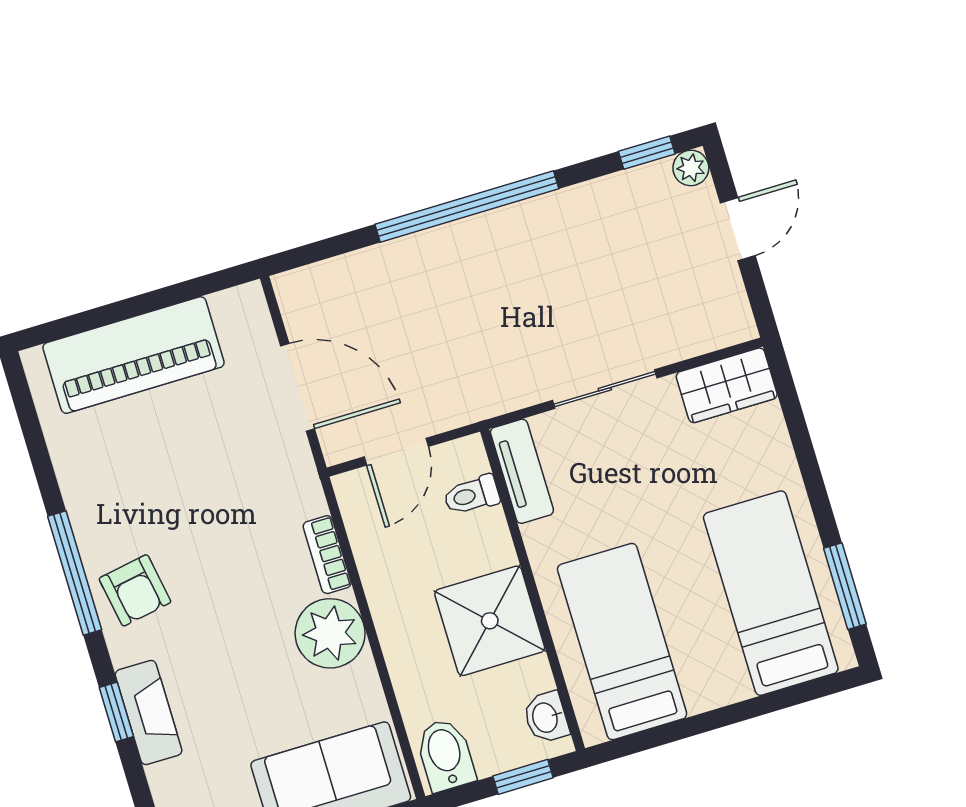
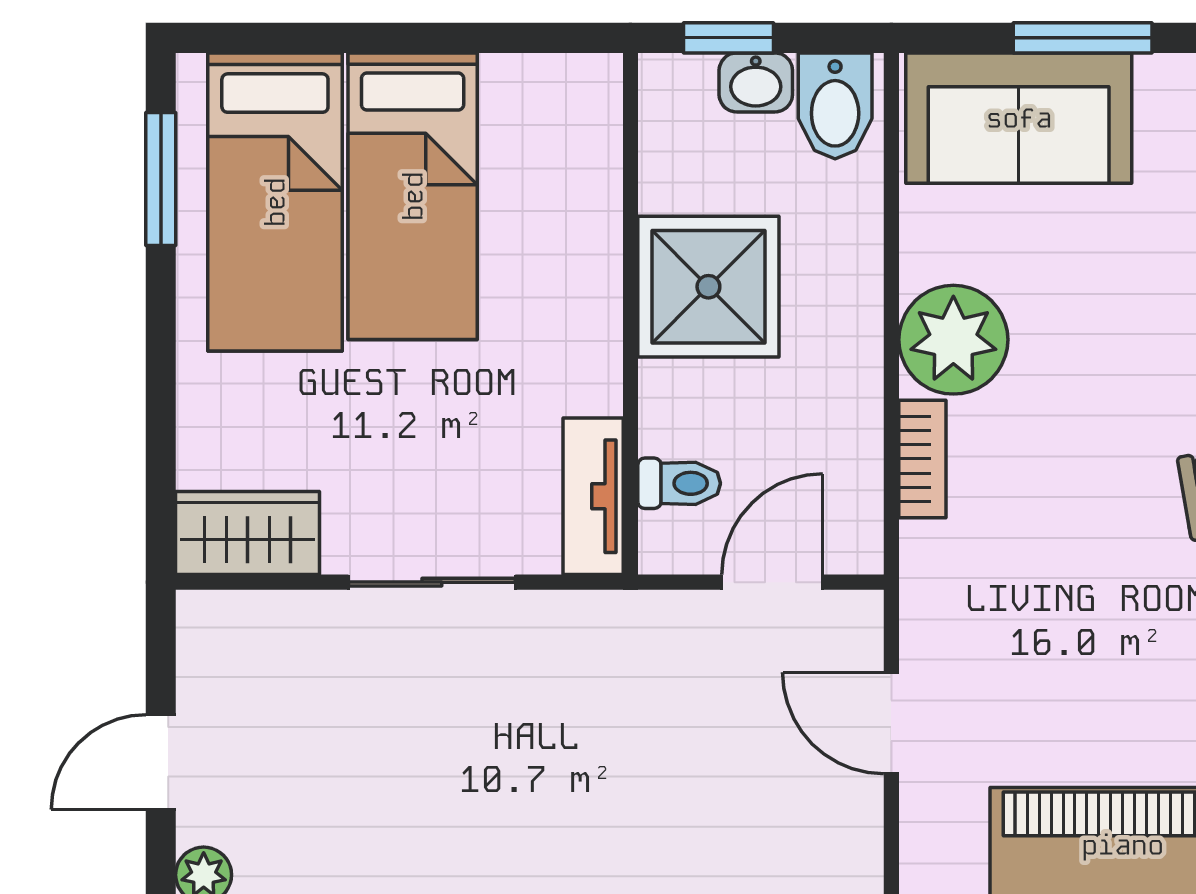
door: (298, 387) -> (891, 723), width x0.73
bed: (622, 642) -> (413, 196), moved
washbasin: (546, 717) -> (756, 82), moved, turned 90

